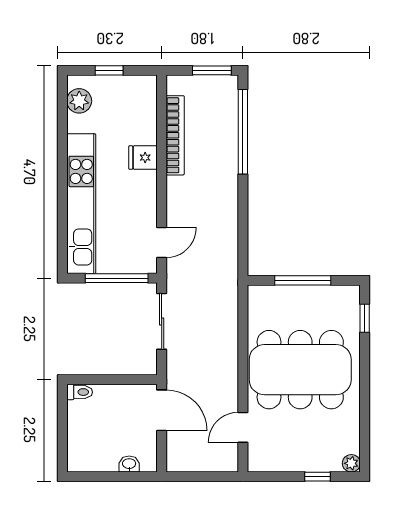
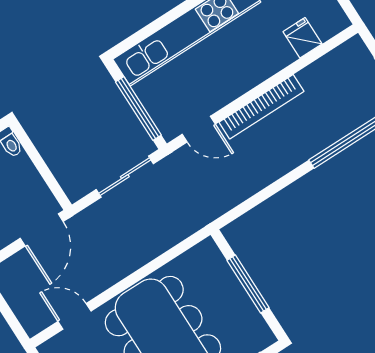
bookcase: (175, 135) -> (261, 107), moved
fridge: (143, 158) -> (302, 38), moved

